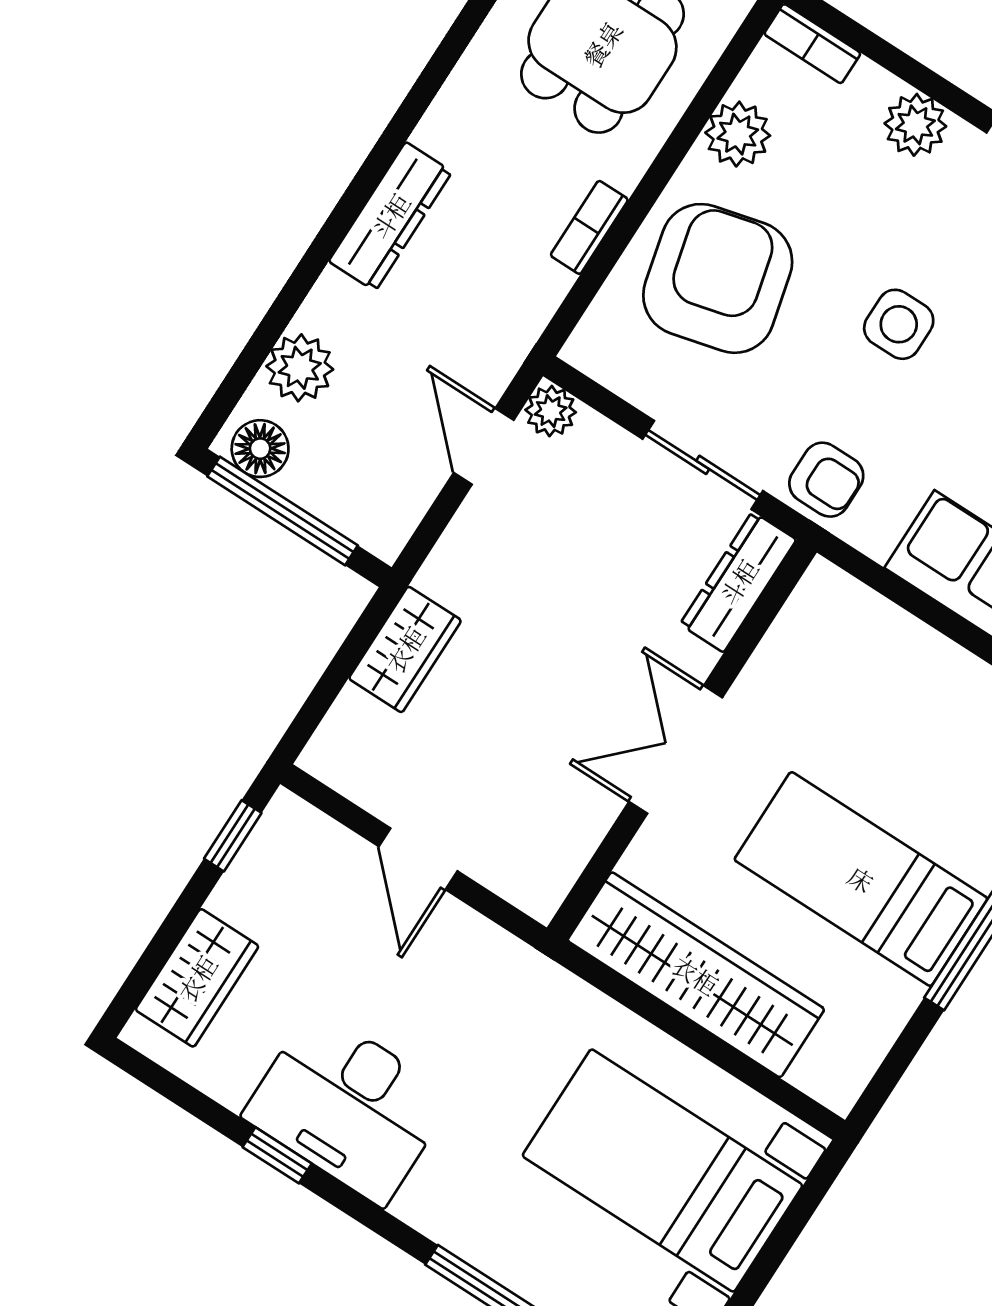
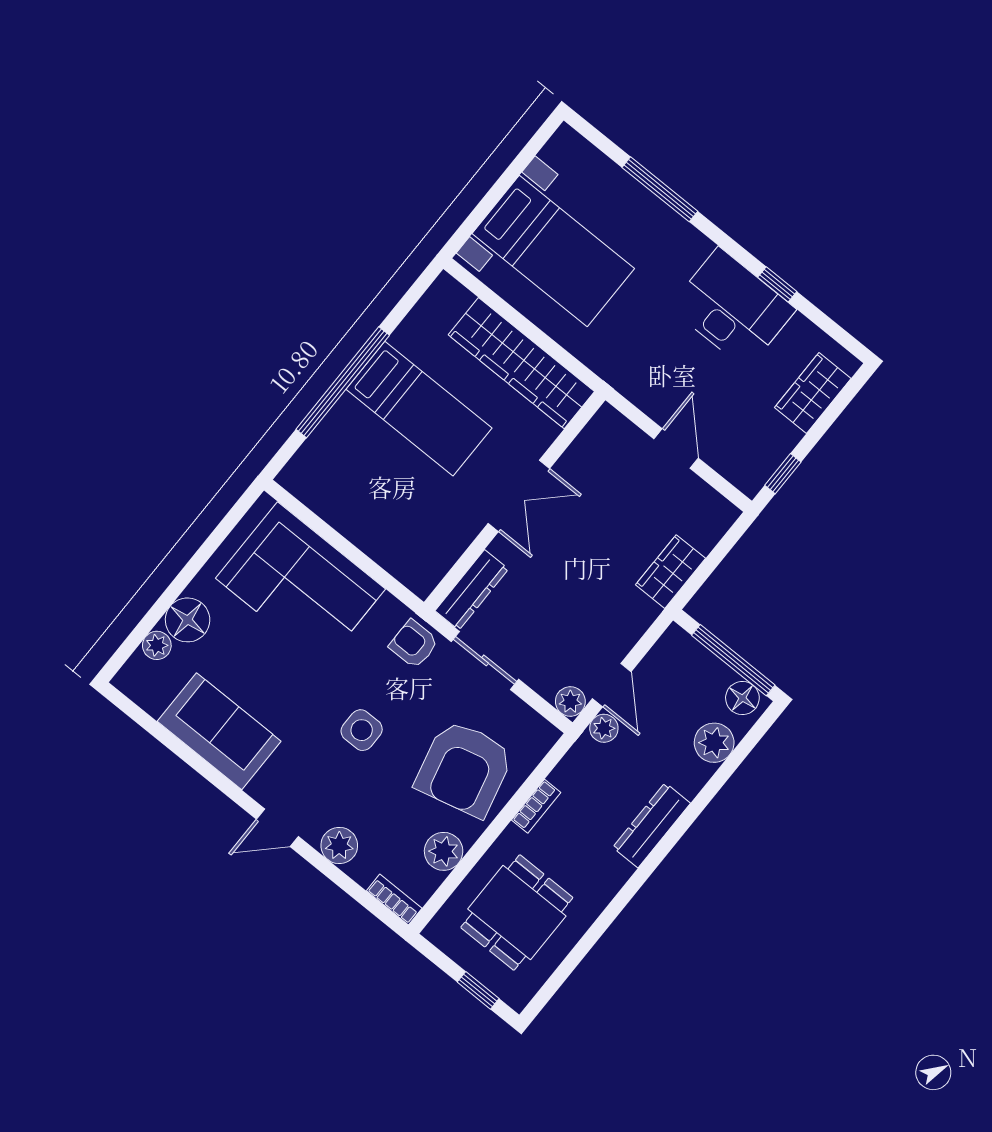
plant: (489, 372) -> (604, 728), added

